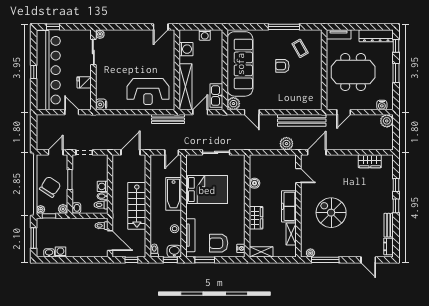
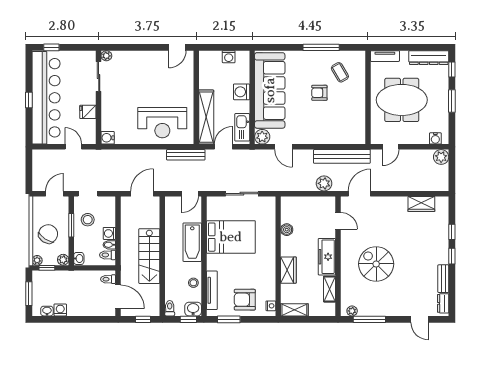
washing machine: (186, 49) -> (242, 92), moved, turned 180
stool: (84, 175) -> (88, 220), added

